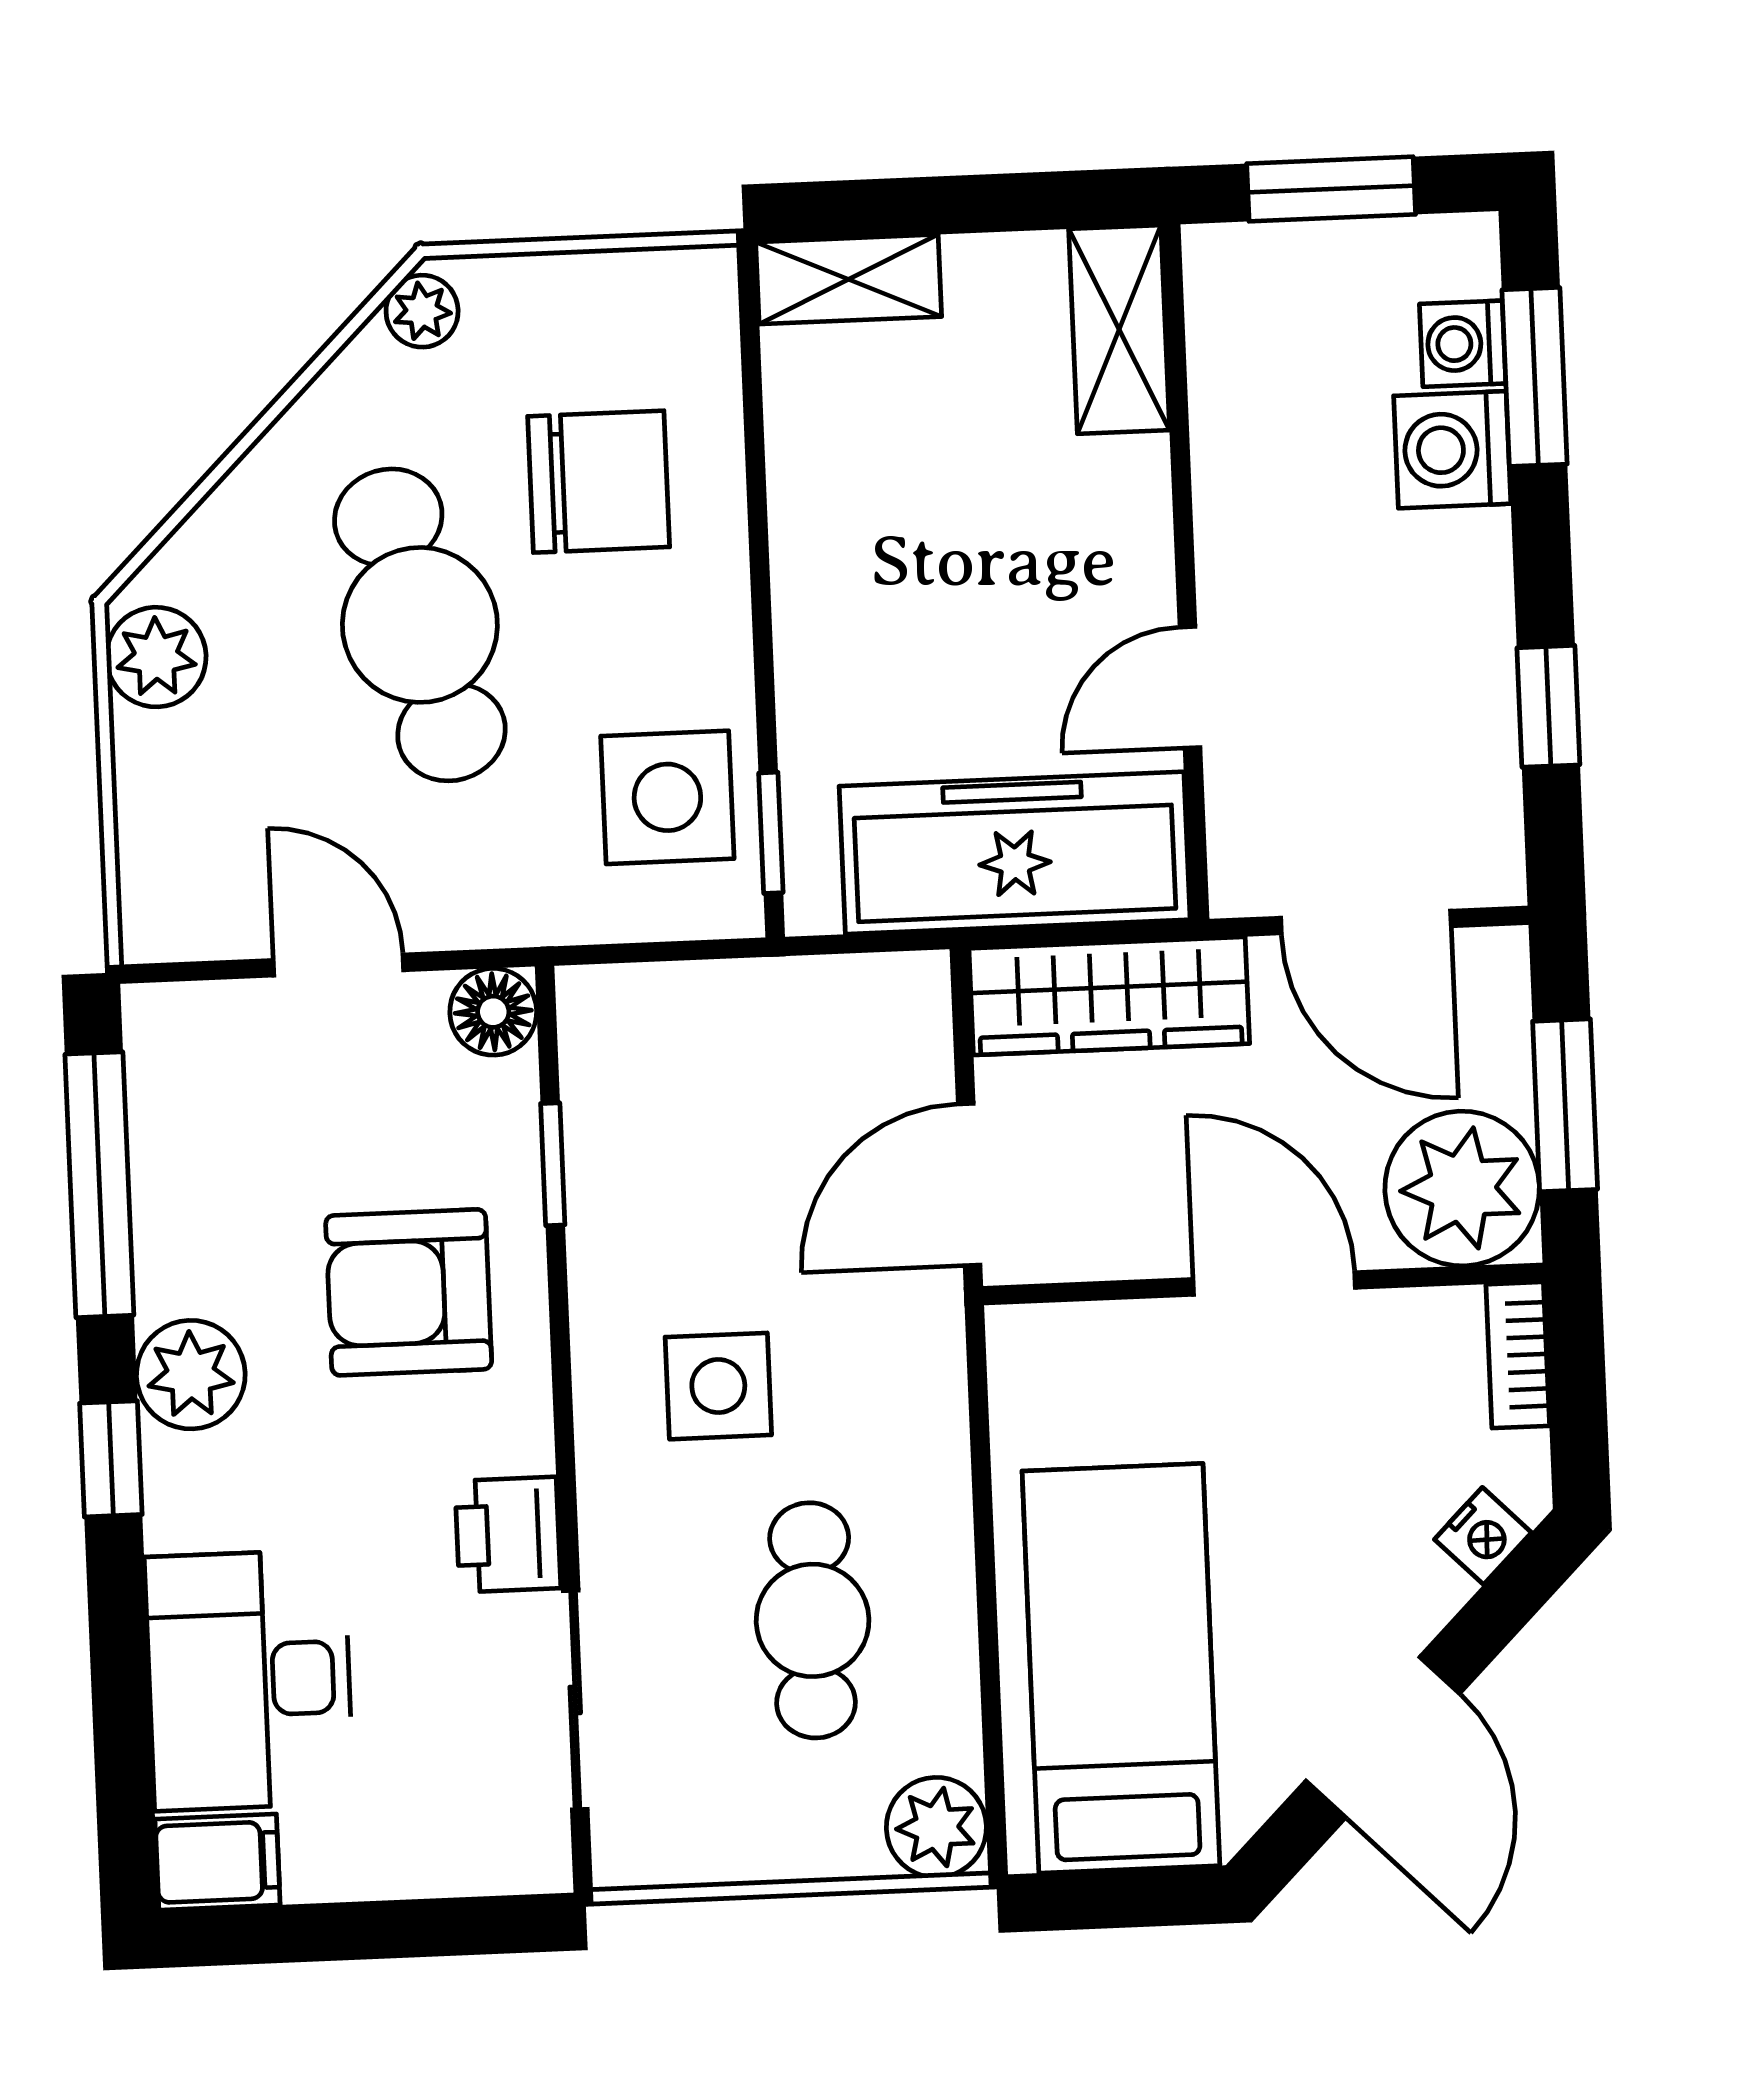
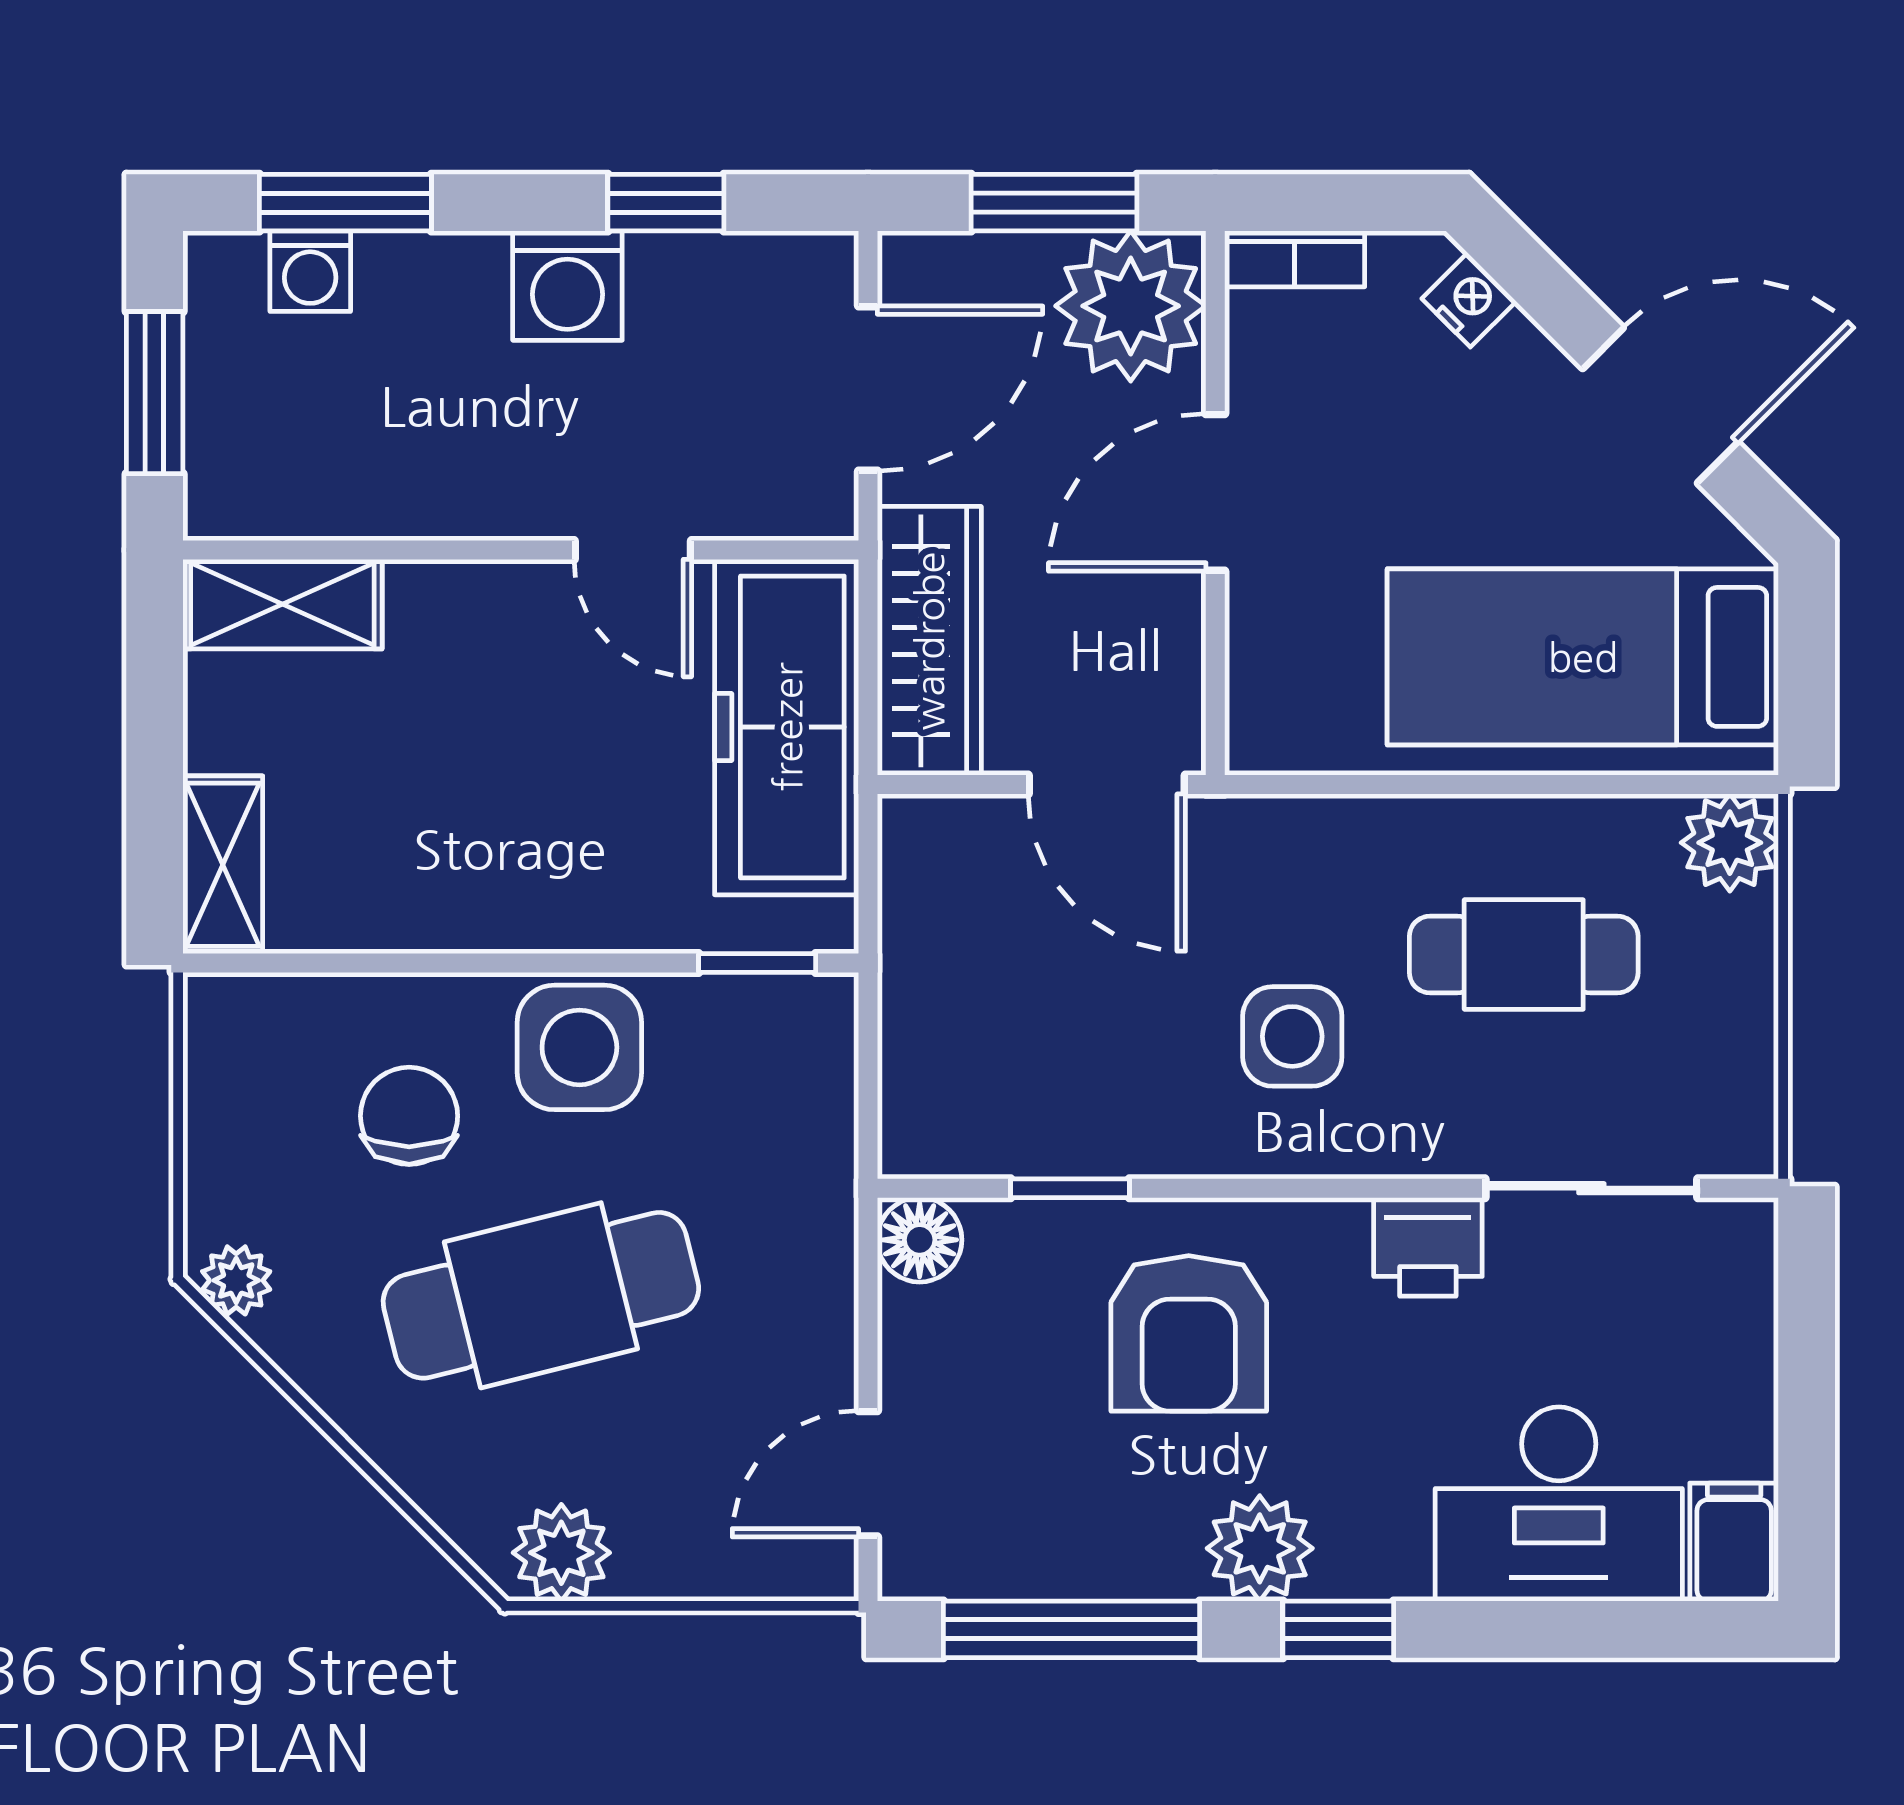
washing machine: (1452, 450) -> (567, 286), moved
chair: (599, 482) -> (409, 1116), width x0.73, depth x0.73
side table: (667, 797) -> (579, 1047), moved
door: (338, 965) -> (868, 1474), moved

